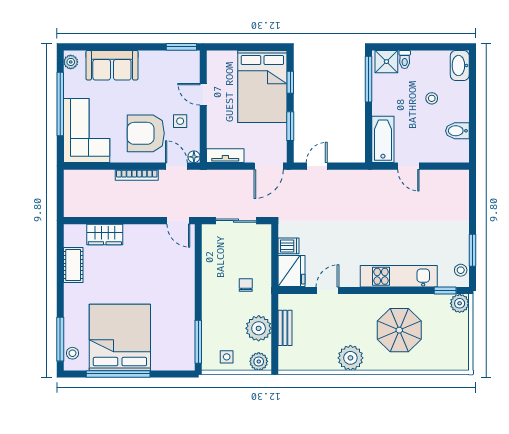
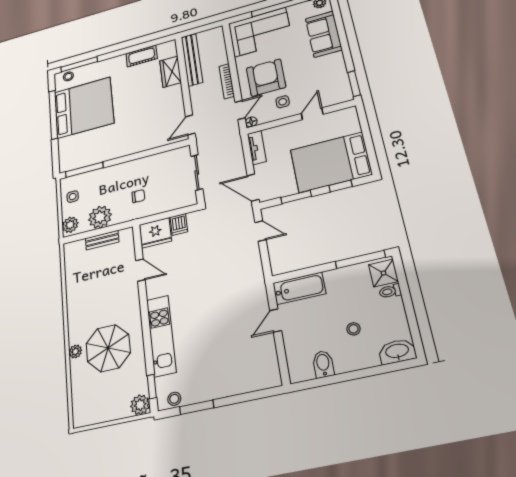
bench: (97, 209) -> (192, 60), added
plant: (350, 358) -> (75, 351), moved, width x0.53, depth x0.53

